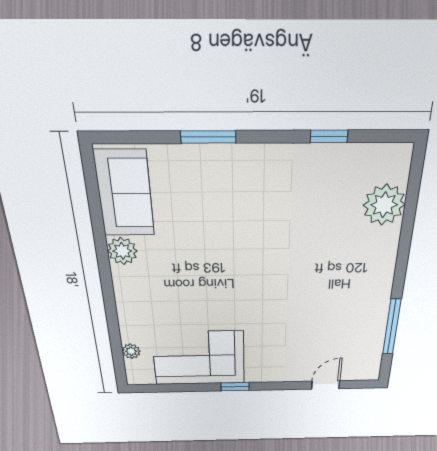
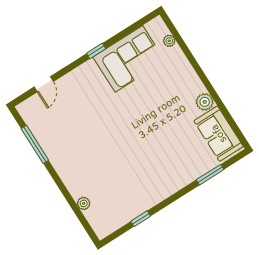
window: (208, 137) -> (210, 175), moved
plant: (384, 205) -> (84, 203), width x0.53, depth x0.53

